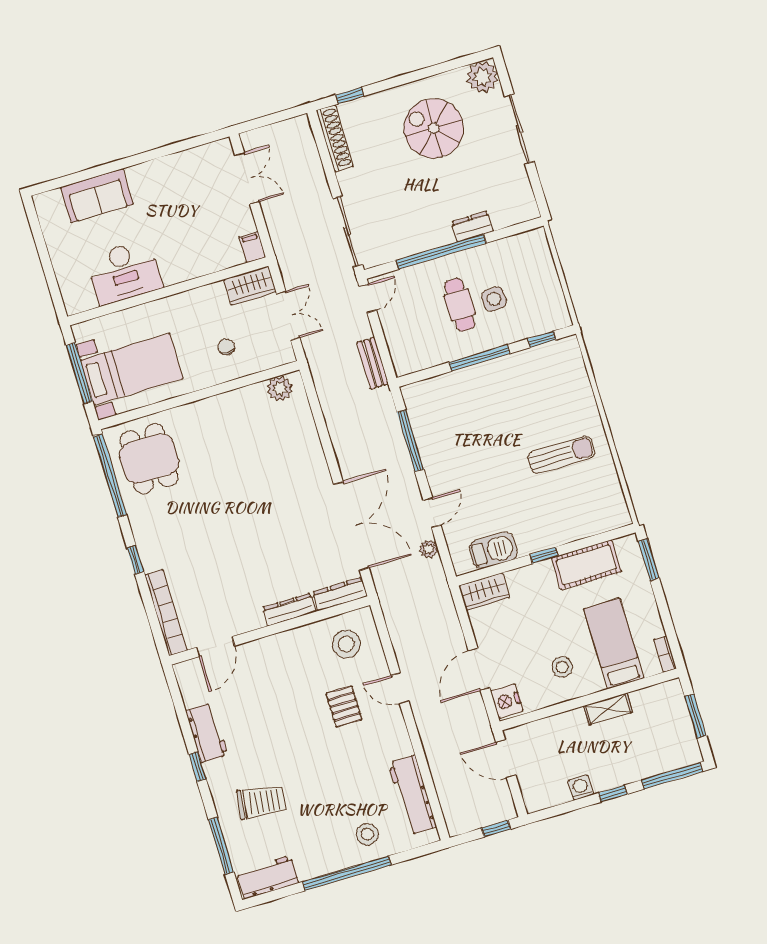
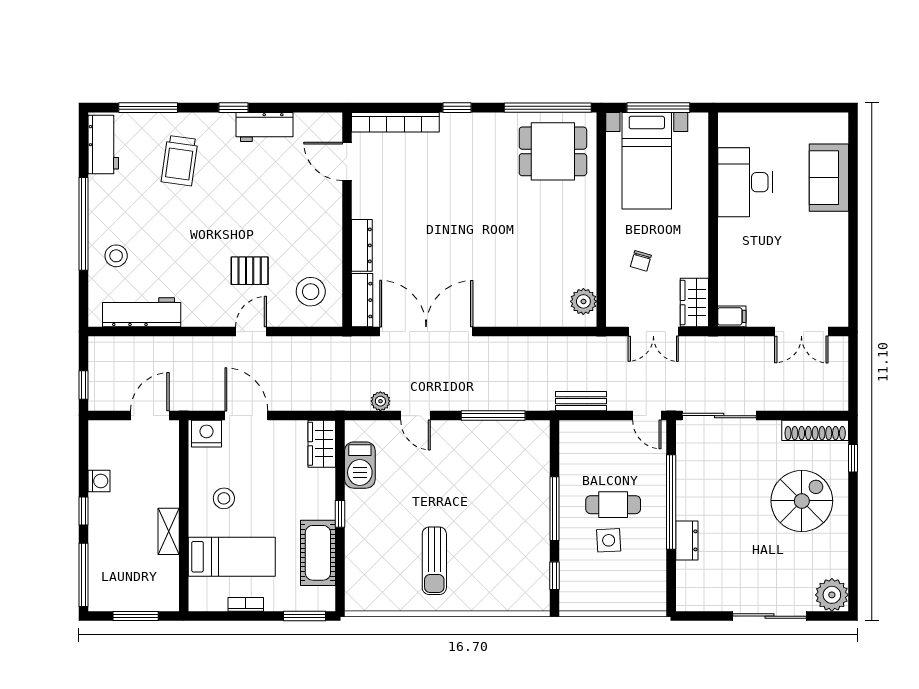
spiral stairs: (434, 128) -> (802, 501), moved
chair: (226, 347) -> (641, 261), turned 106
double door: (351, 526) -> (426, 332), swing flipped
bookcase: (665, 654) -> (246, 604), moved

